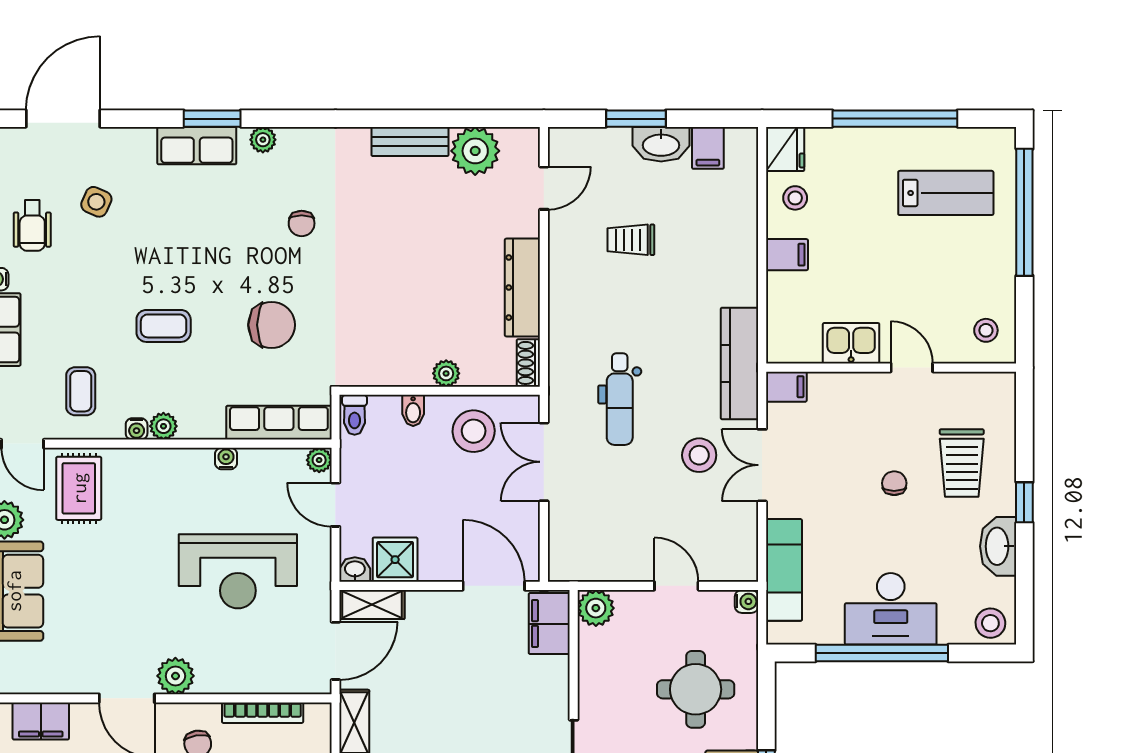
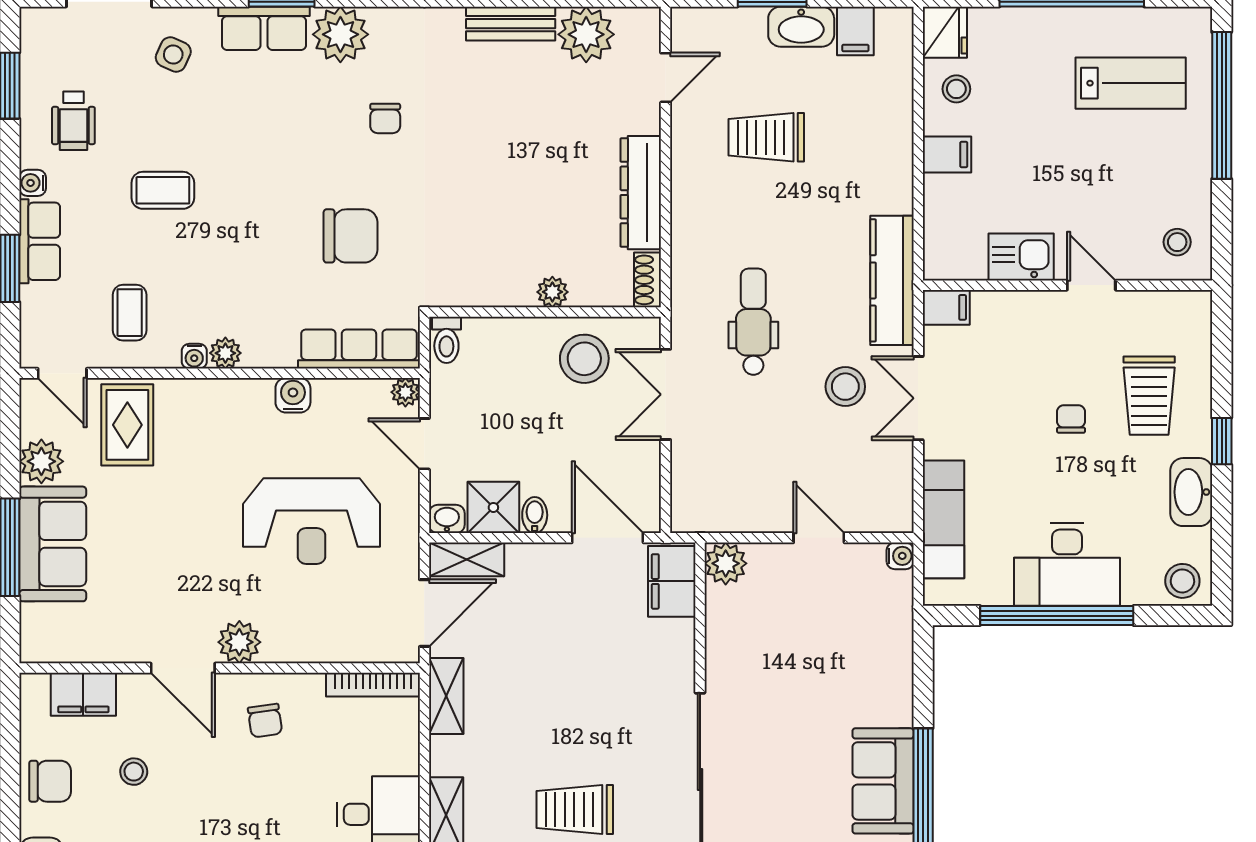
plant: (263, 140) -> (340, 34), width x1.87, depth x1.87
side table: (96, 202) -> (173, 54), moved
trolley: (631, 240) -> (766, 137), width x1.36, depth x1.39
coffee table: (164, 326) -> (163, 190), moved
dental chair: (620, 399) -> (753, 322), turned 180
bidet: (413, 410) -> (535, 515), moved, turned 180
water cooler: (226, 459) -> (293, 395), width x1.38, depth x1.38
round table: (696, 689) -> (841, 658), removed
bookcase: (263, 713) -> (373, 685), moved

